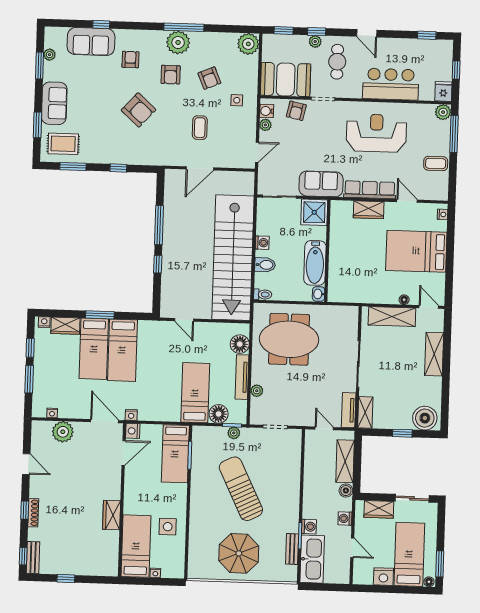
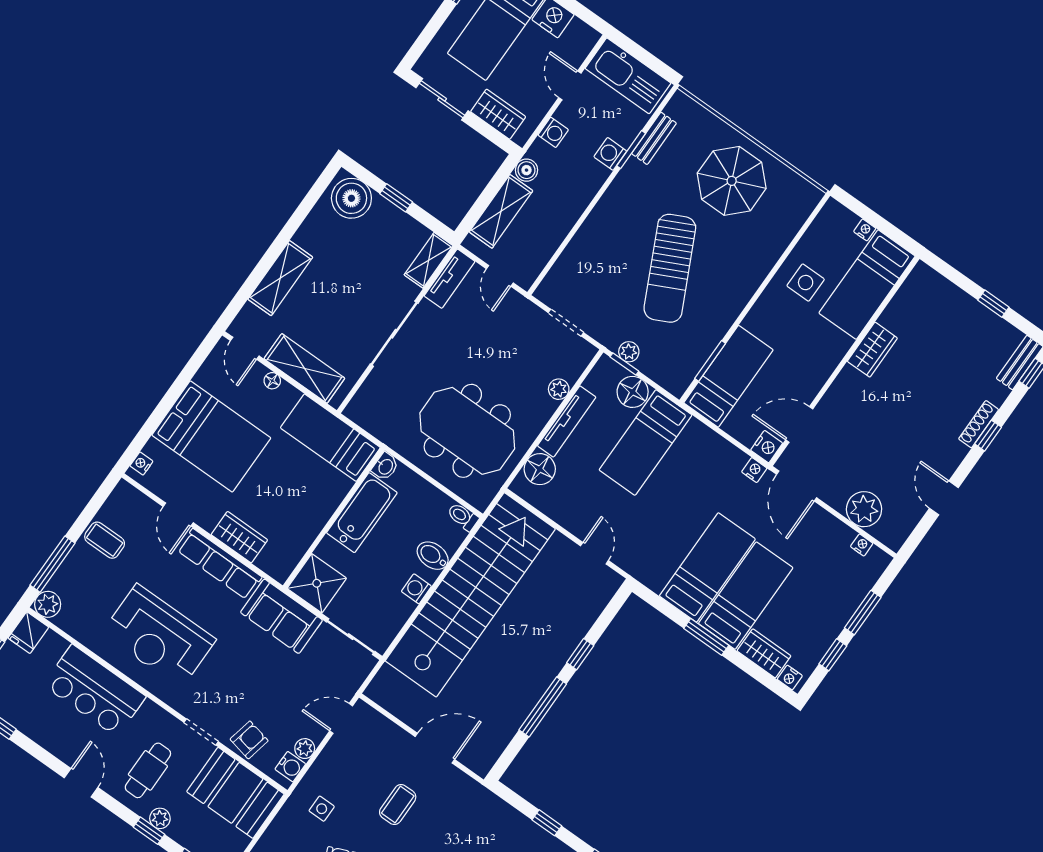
bed: (356, 290) -> (330, 438), added
kitchen sink: (312, 559) -> (628, 76), moved, turned -90

